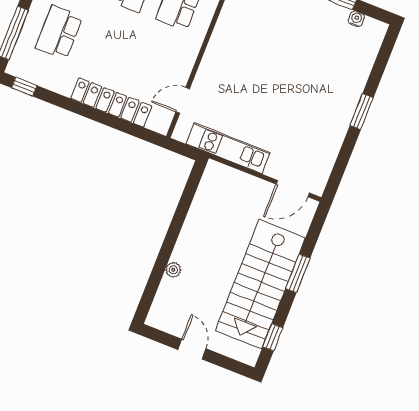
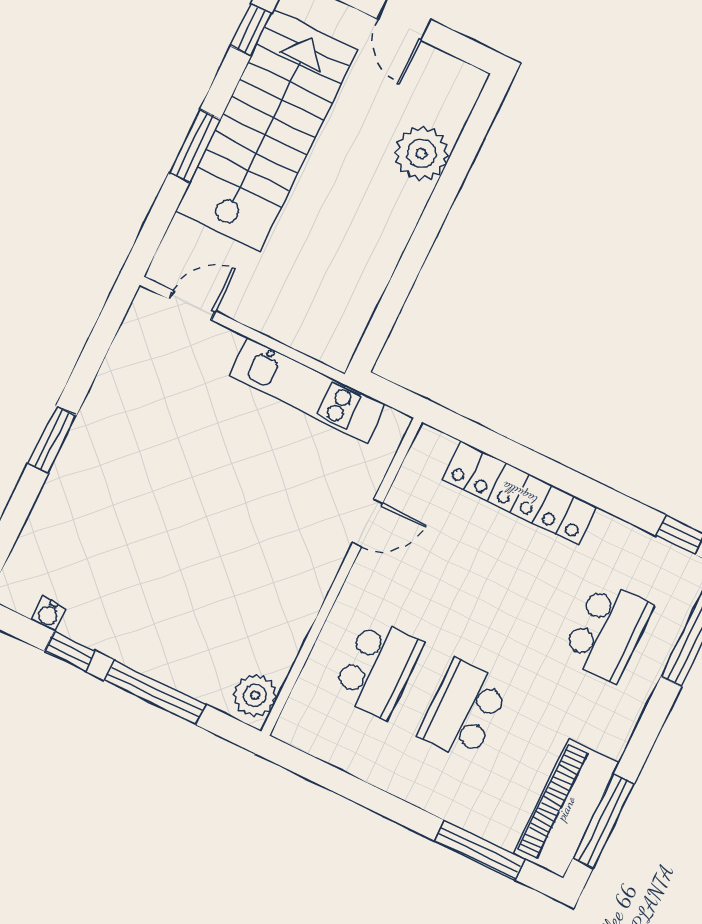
door: (183, 100) -> (368, 523), moved
door: (293, 189) -> (192, 305), width x0.73
plant: (173, 270) -> (422, 153), width x1.88, depth x1.88

